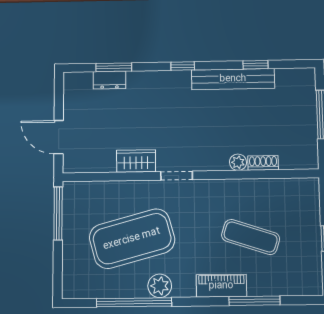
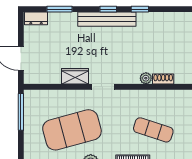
window: (255, 65) -> (140, 9), moved
bench: (233, 79) -> (107, 19), moved
dresser: (110, 80) -> (36, 18), moved

